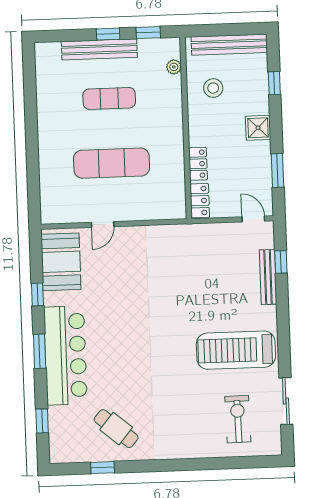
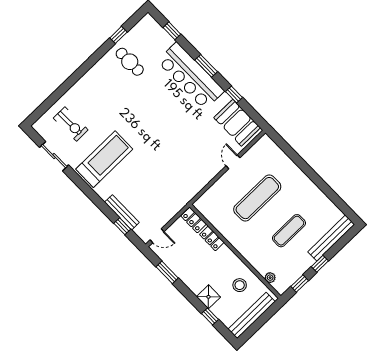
bench: (99, 49) -> (331, 238), moved
shower: (258, 128) -> (208, 297), moved
cafe table: (116, 429) -> (130, 62), turned 50

